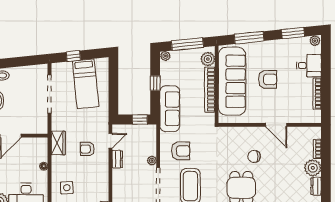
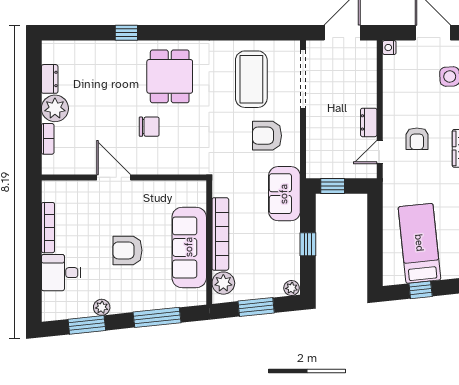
plant: (315, 41) -> (102, 307), moved
window: (187, 44) -> (256, 307), width x0.69
window: (73, 56) -> (421, 290), moved
sofa: (232, 81) -> (189, 247), width x0.74, depth x0.79
sofa: (170, 109) -> (284, 194), width x0.73
armchair: (87, 149) -> (417, 139), turned 90
plant: (152, 161) -> (313, 120), removed

